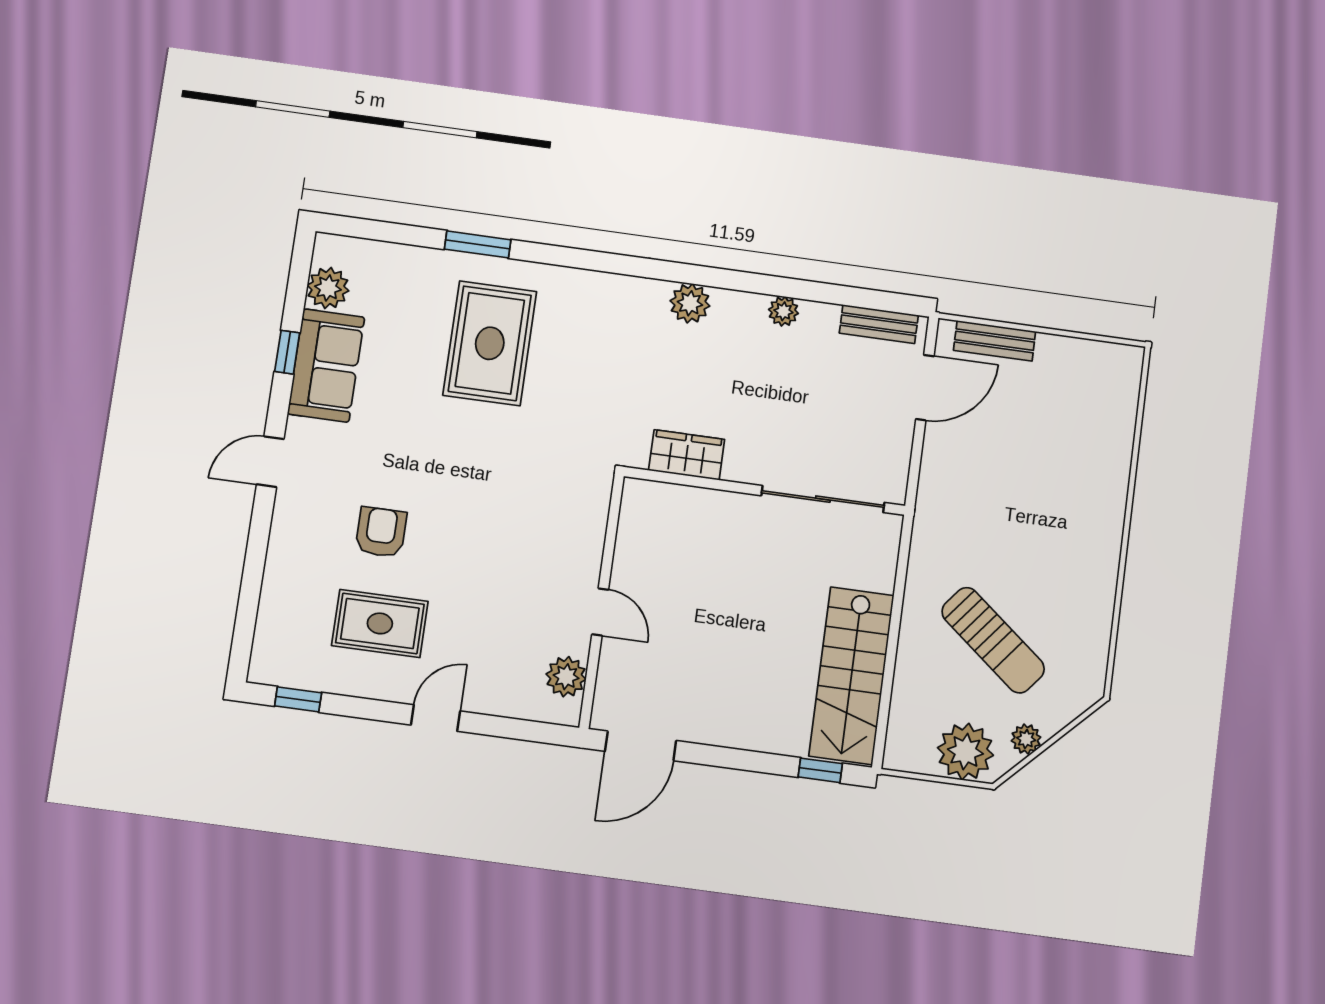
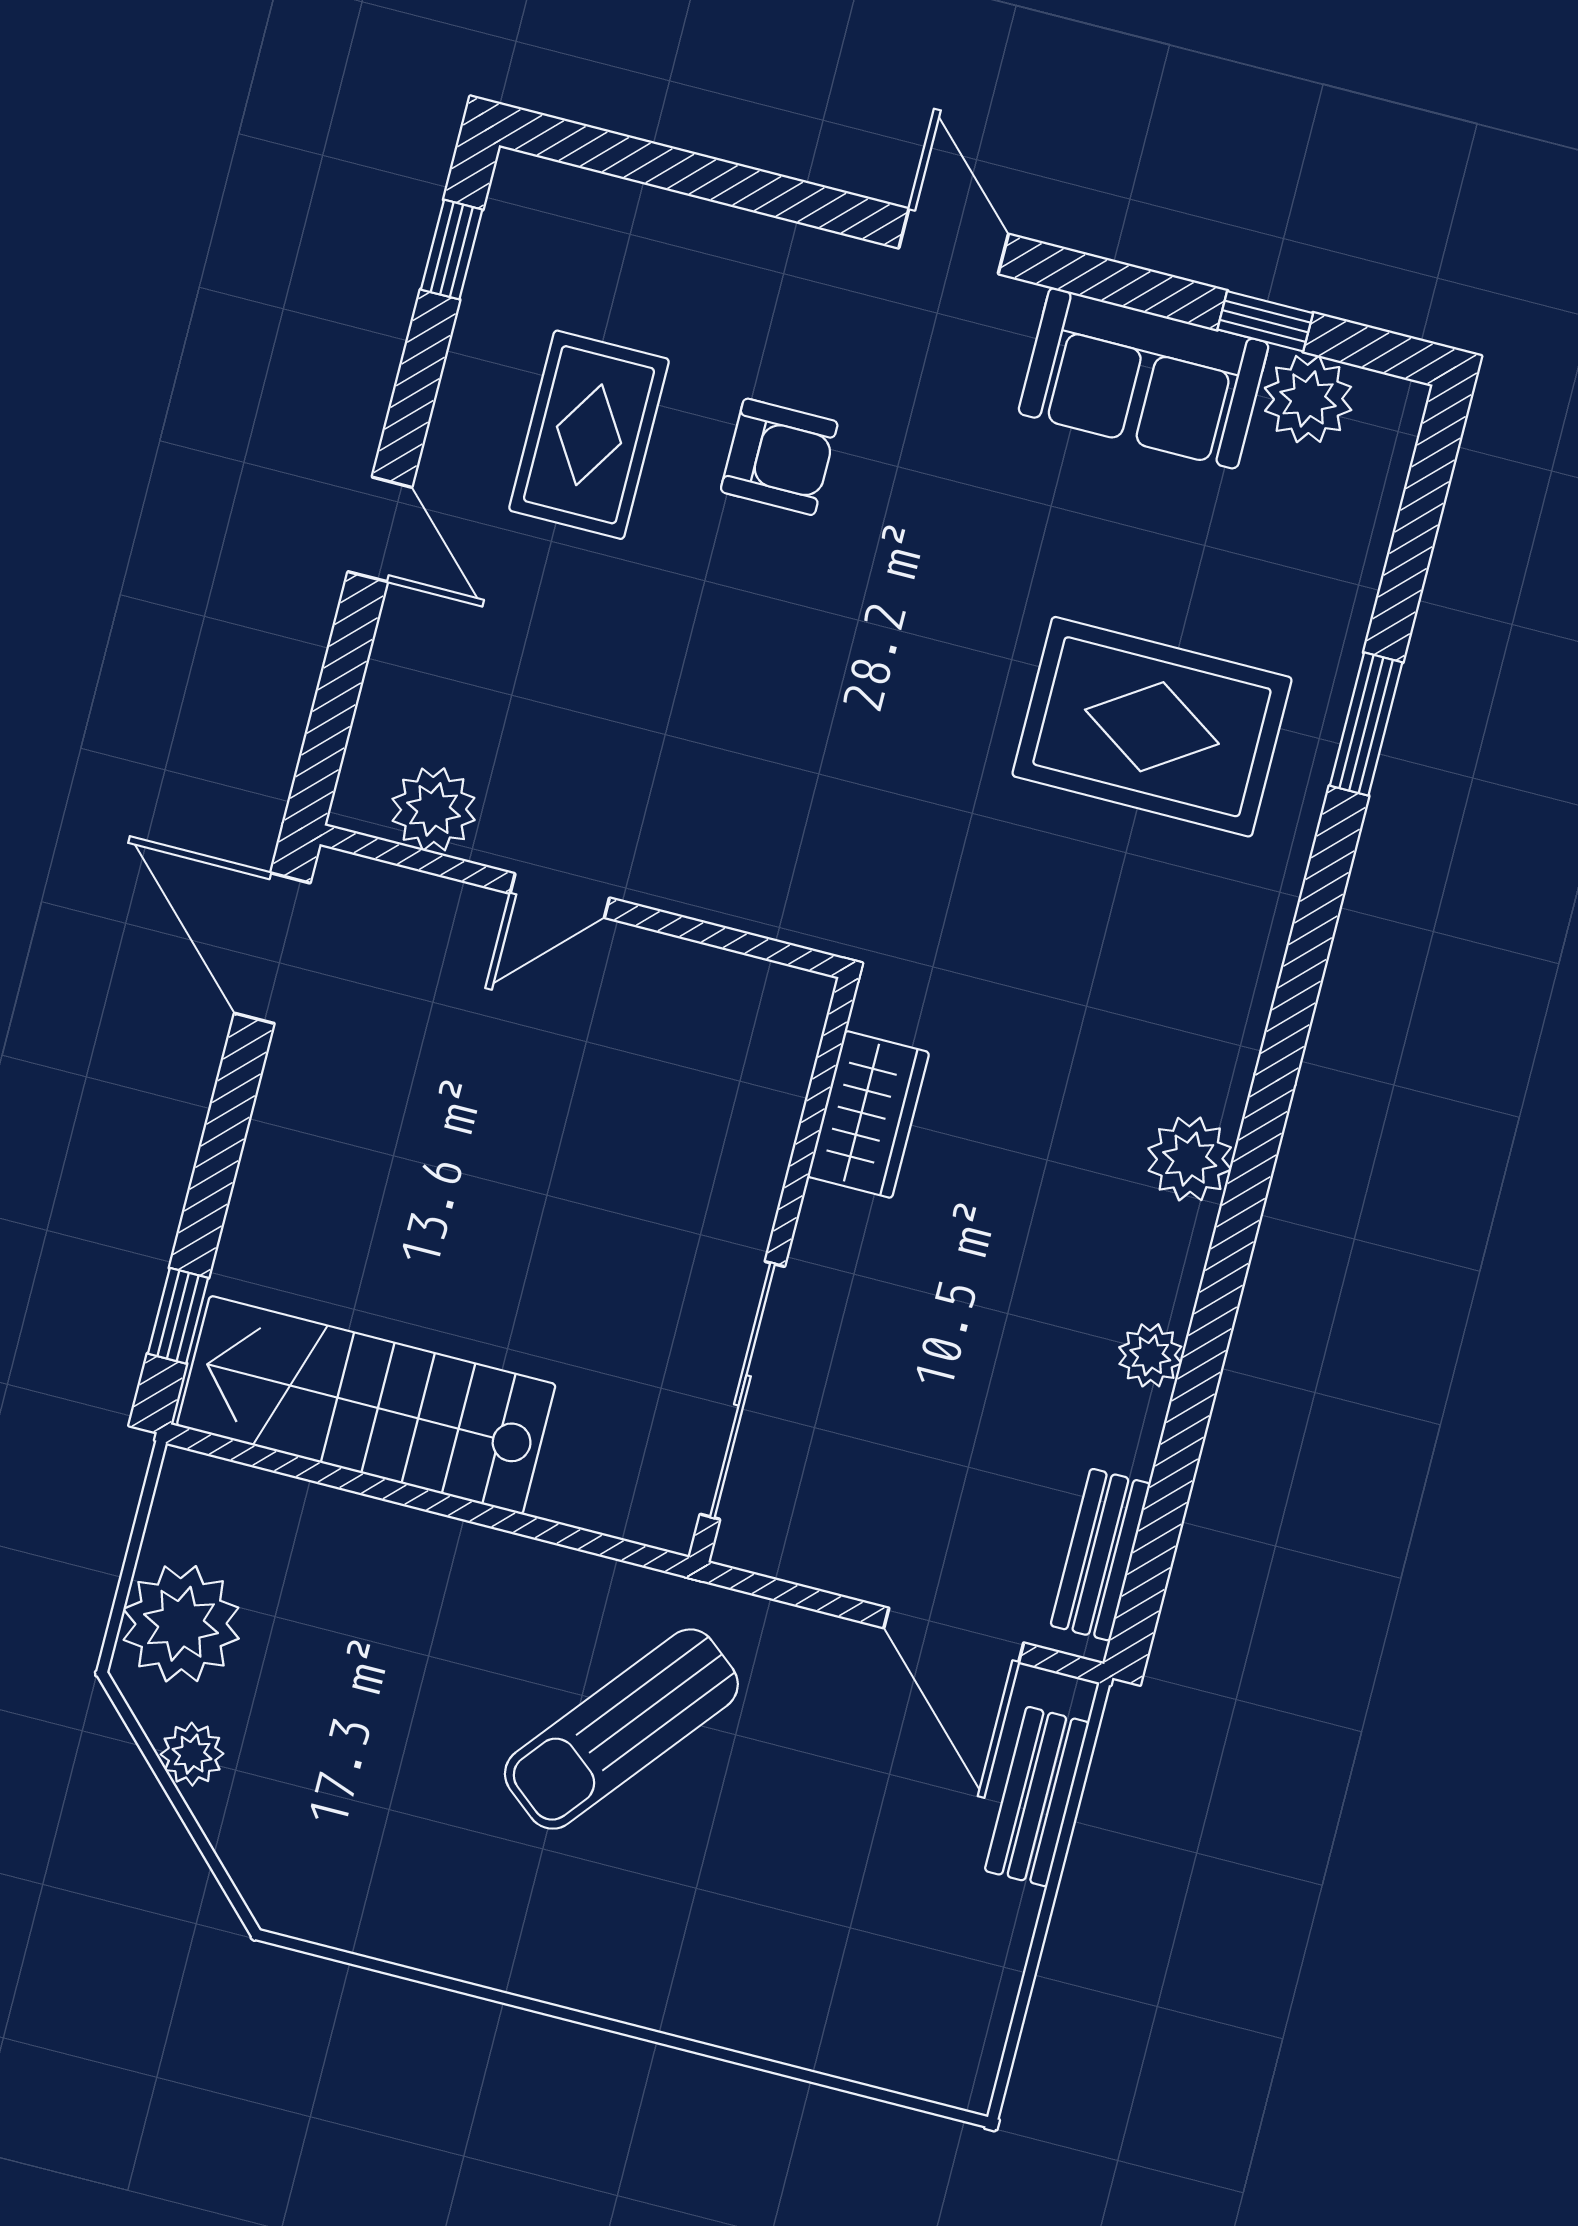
window: (287, 352) -> (1265, 321), moved
sun lounger: (993, 640) -> (621, 1729), moved

